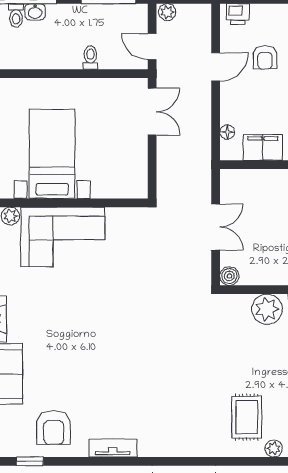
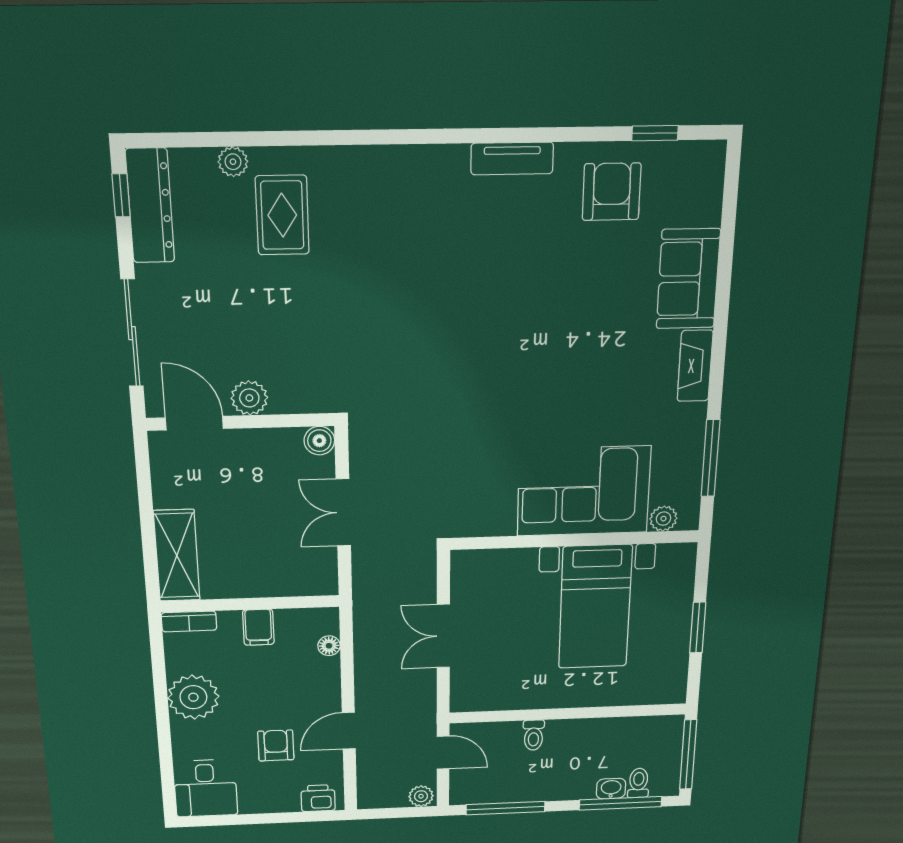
double door: (152, 112) -> (443, 636), moved
filing cabinet: (263, 147) -> (258, 627), width x0.50
plant: (267, 309) -> (249, 398), width x0.73, depth x0.73

